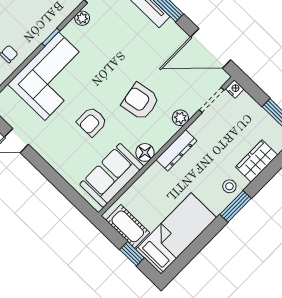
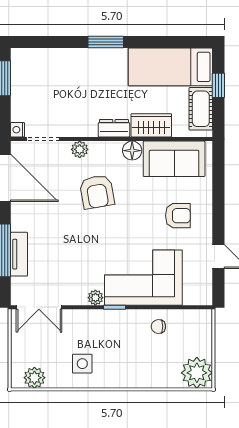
plant: (82, 18) -> (95, 298), moved
armchair: (92, 122) -> (178, 216), moved
dresser: (177, 150) -> (114, 128), width x0.70
wardrobe: (257, 161) -> (151, 125), moved, turned 180
stool: (229, 186) -> (95, 62), removed

